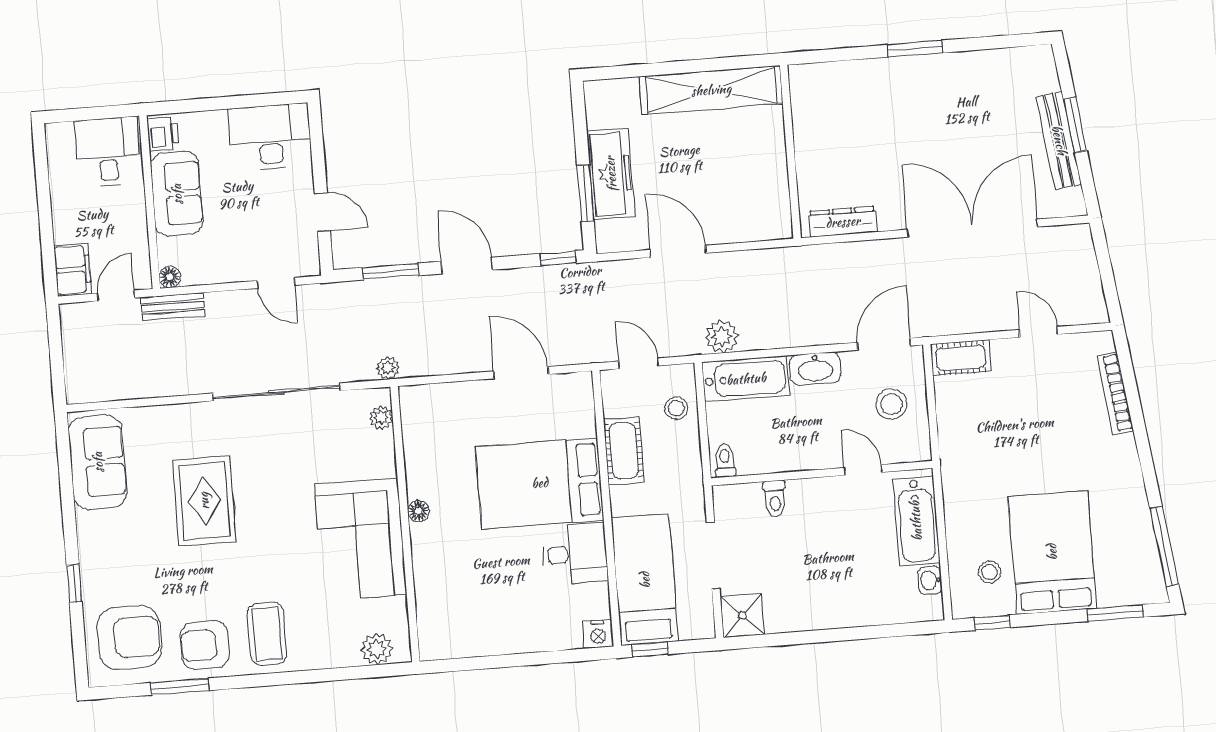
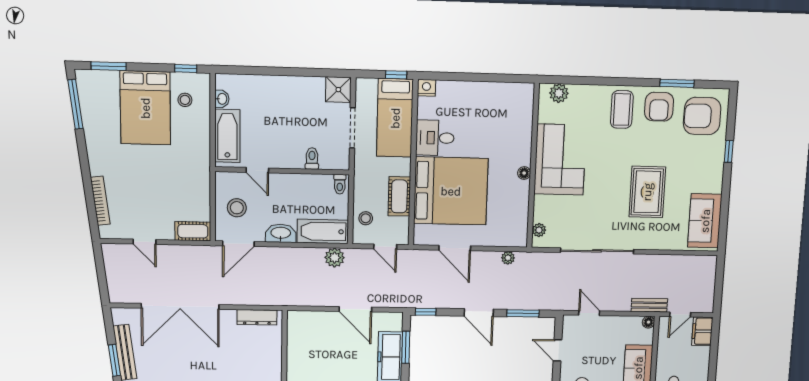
plant: (388, 368) -> (508, 258), moved
bed: (540, 483) -> (451, 191), width x1.36
armchair: (205, 645) -> (659, 107), turned 90

